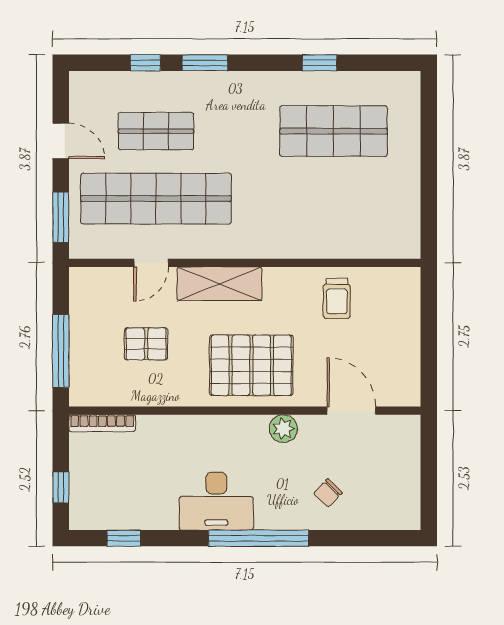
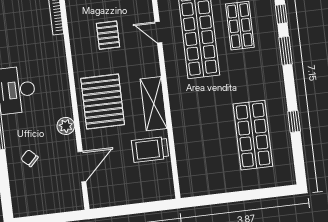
shelving: (220, 284) -> (154, 104), moved
trolley: (337, 298) -> (150, 149), width x1.36, depth x1.39

